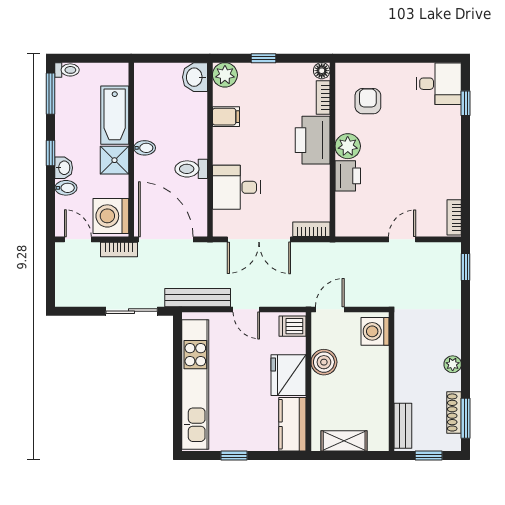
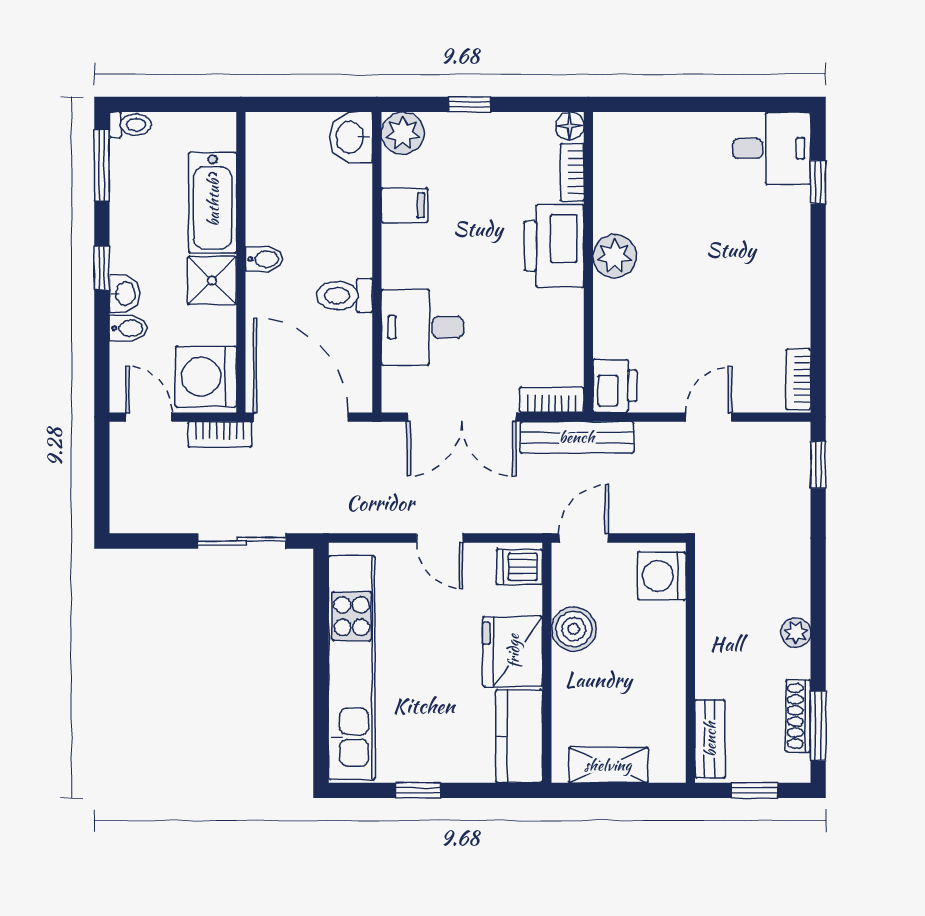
armchair: (368, 101) -> (650, 178), removed
printer: (348, 176) -> (615, 386), moved
bench: (198, 298) -> (577, 437), moved

